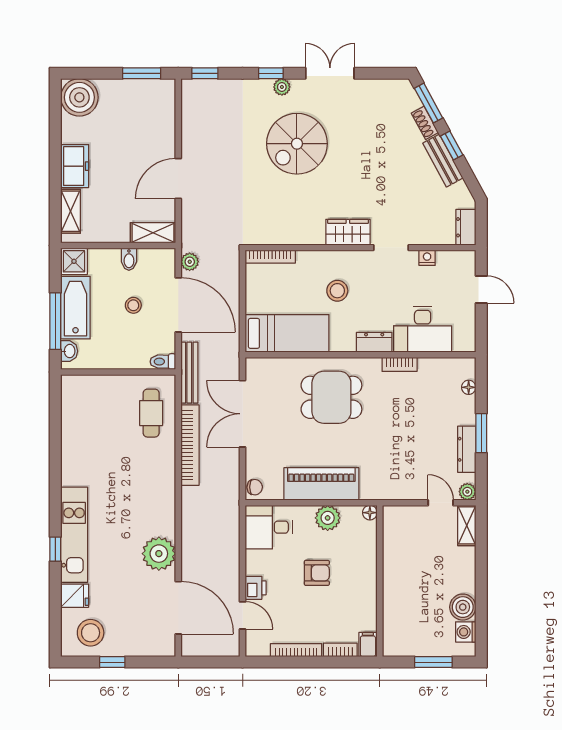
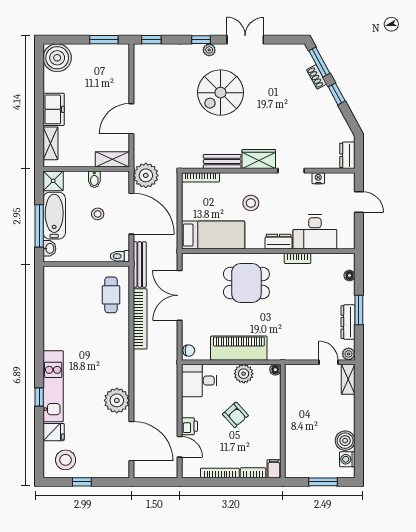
bench: (443, 161) -> (222, 162), moved, turned -61
plant: (190, 262) -> (146, 175), width x1.87, depth x1.87
armchair: (317, 573) -> (235, 415), turned 48

